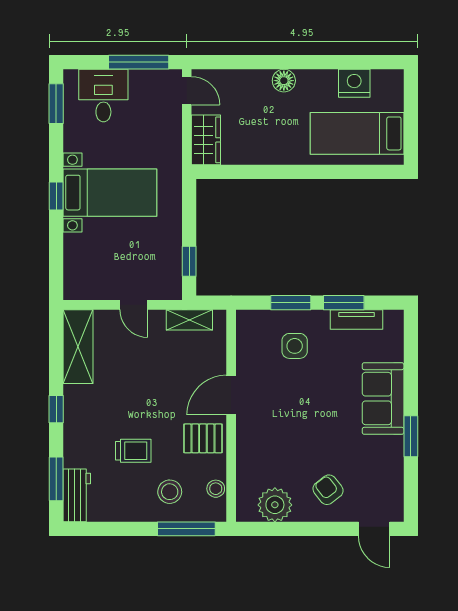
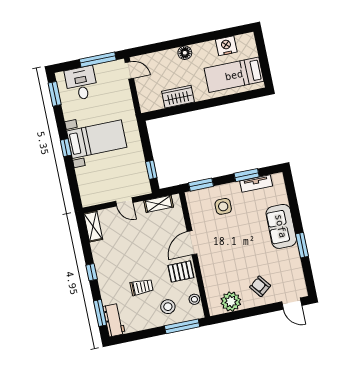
wardrobe: (206, 140) -> (178, 97), moved, turned -90
window: (291, 303) -> (201, 185), moved
shelving: (78, 347) -> (93, 226), width x0.67, depth x0.75

